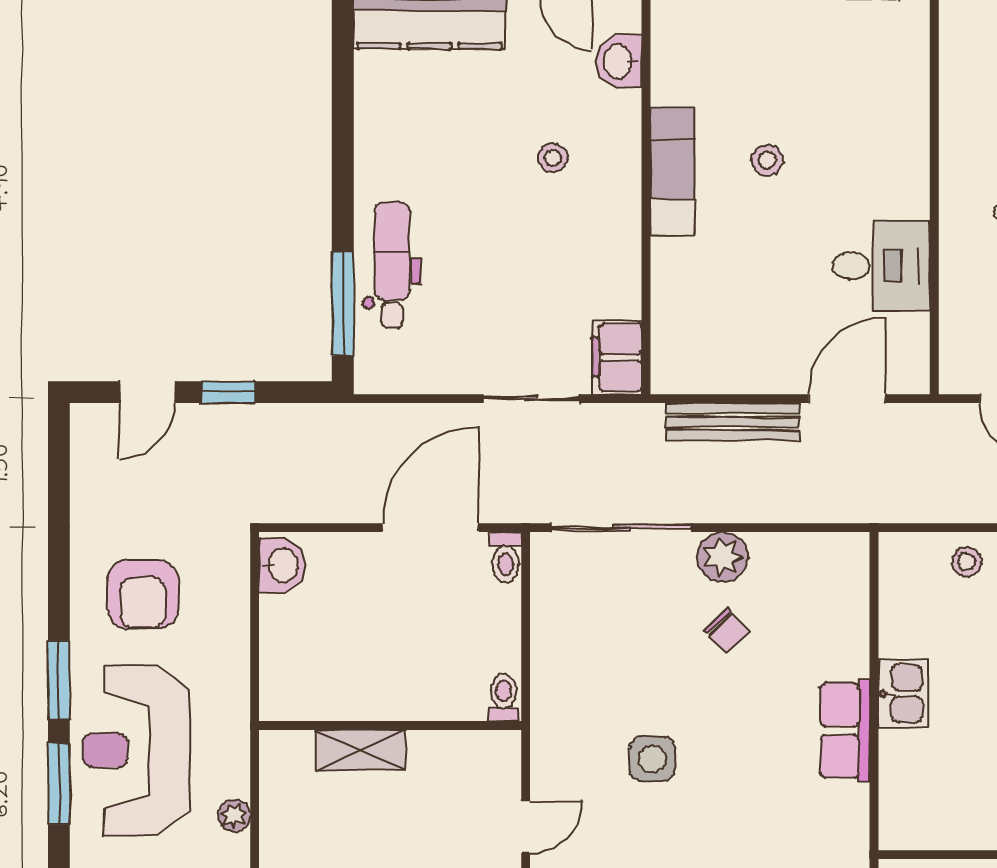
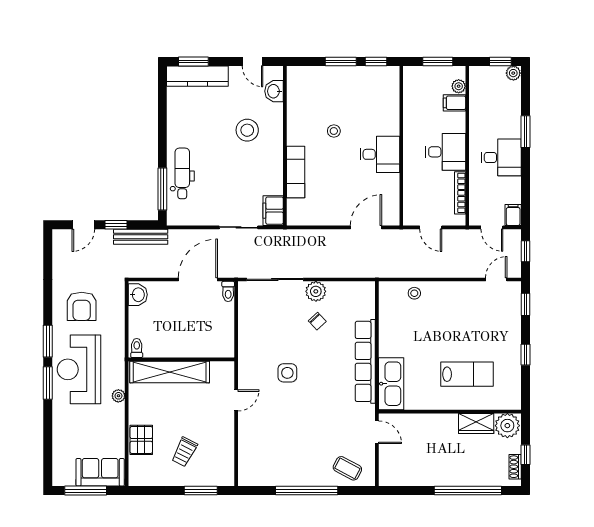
stool: (553, 158) -> (247, 130), width x1.89, depth x1.89
exam couch: (673, 171) -> (296, 172), moved
desk: (881, 266) -> (380, 154), moved
bench: (733, 422) -> (141, 237), moved
kitchen sink: (903, 694) -> (391, 384), moved, width x1.87, depth x1.24
toilet: (504, 697) -> (137, 348), moved
row of seats: (845, 730) -> (365, 361), width x2.02
shelving: (361, 750) -> (170, 372), width x2.20, depth x1.33

